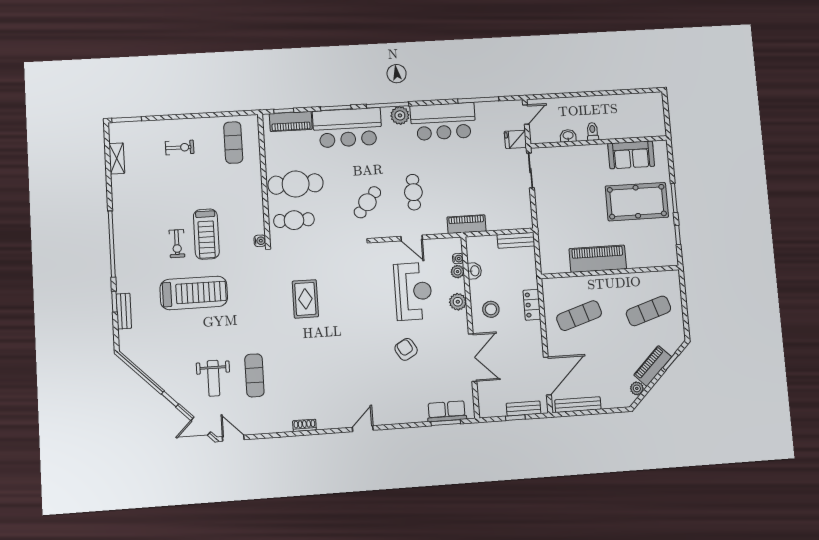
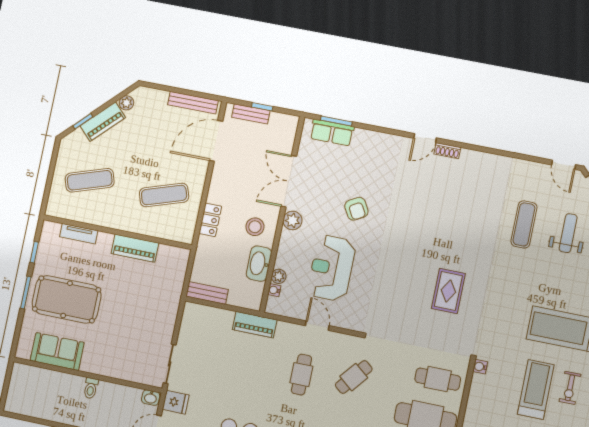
washbasin: (568, 136) -> (151, 398), moved
exercise bike: (177, 244) -> (570, 388), turned 180
piano: (598, 259) -> (135, 248), width x0.73, depth x0.75
tv unit: (644, 262) -> (79, 234), added
washbasin: (474, 271) -> (259, 264), width x1.91, depth x1.45
plant: (458, 302) -> (292, 220), moved
shoe rack: (304, 425) -> (447, 151), moved

